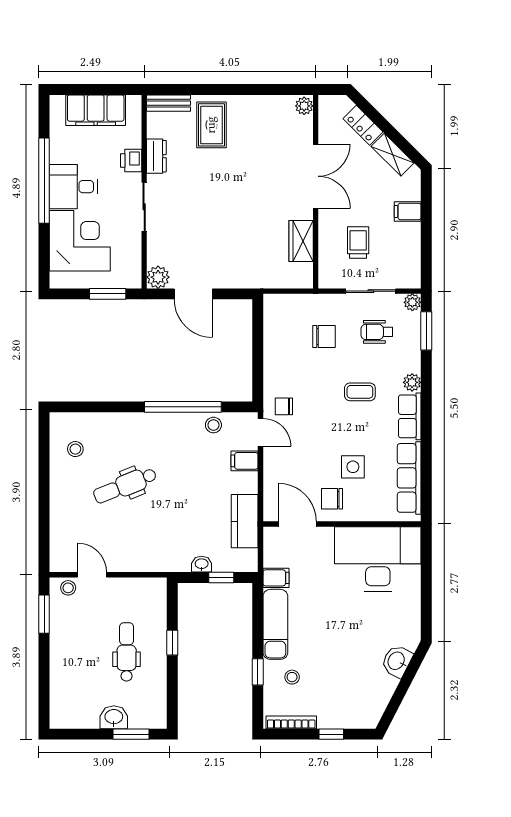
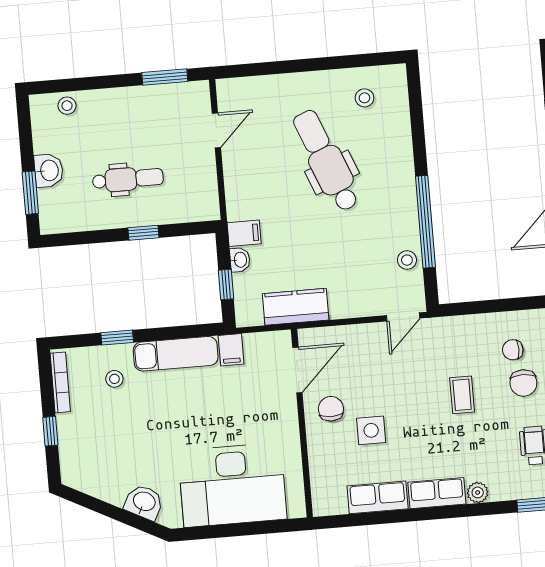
coffee table: (360, 392) -> (462, 395), moved
chair: (284, 406) -> (513, 350), moved, turned -90
filing cabinet: (245, 461) -> (244, 233), moved, turned 90
row of seats: (409, 478) -> (378, 497), width x0.68
dental chair: (125, 485) -> (326, 161), width x1.36, depth x1.38
desk: (378, 559) -> (232, 485), moved, turned 90
stool: (68, 588) -> (67, 106), moved

